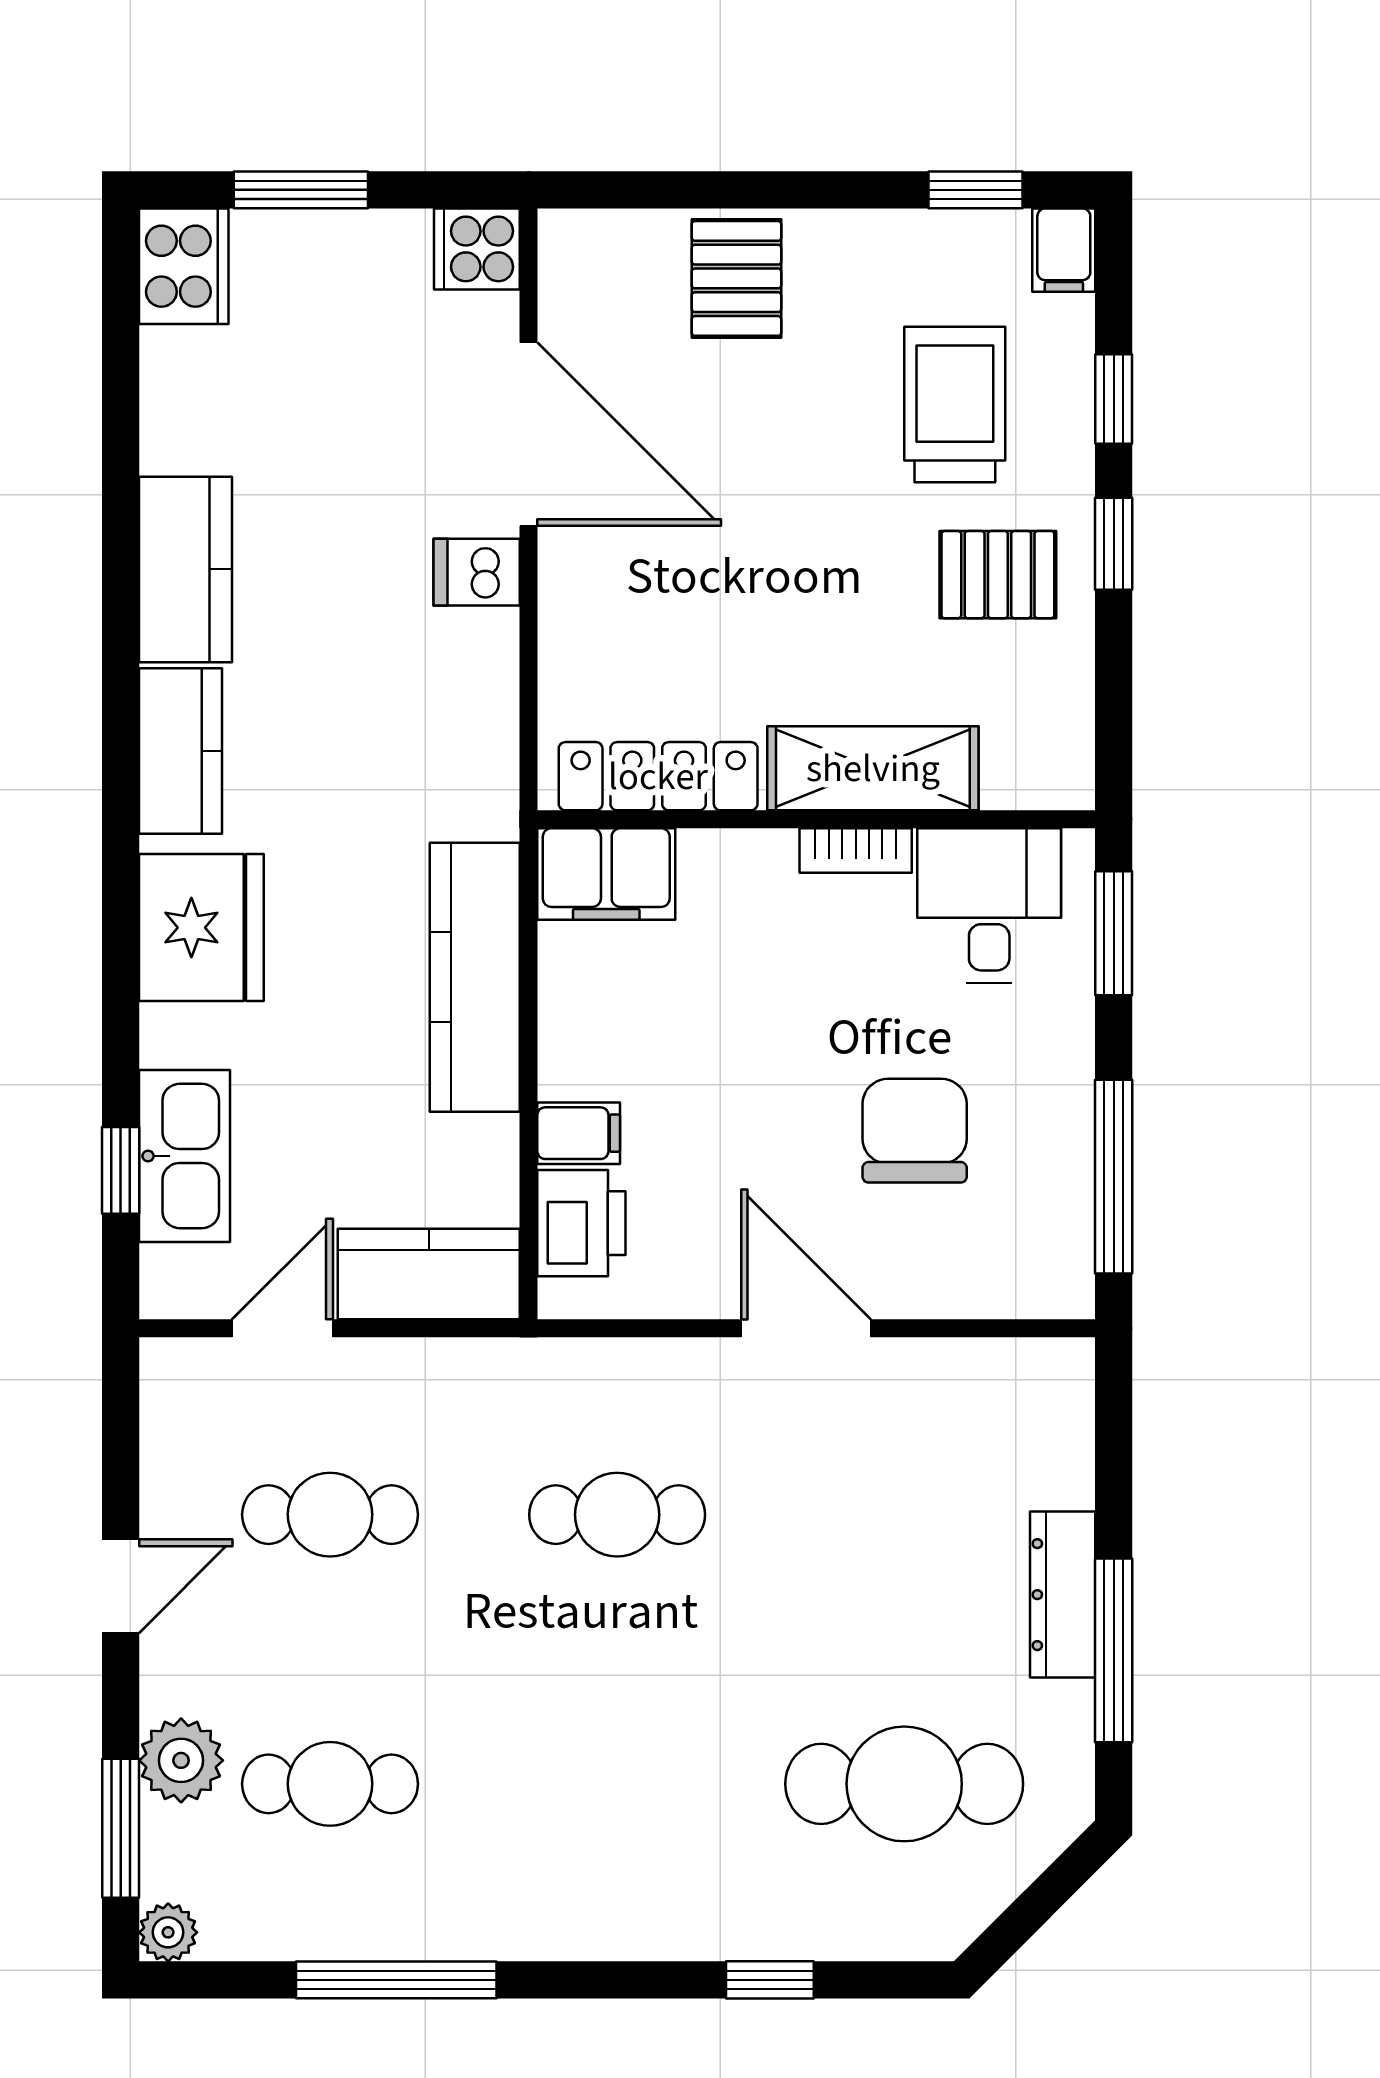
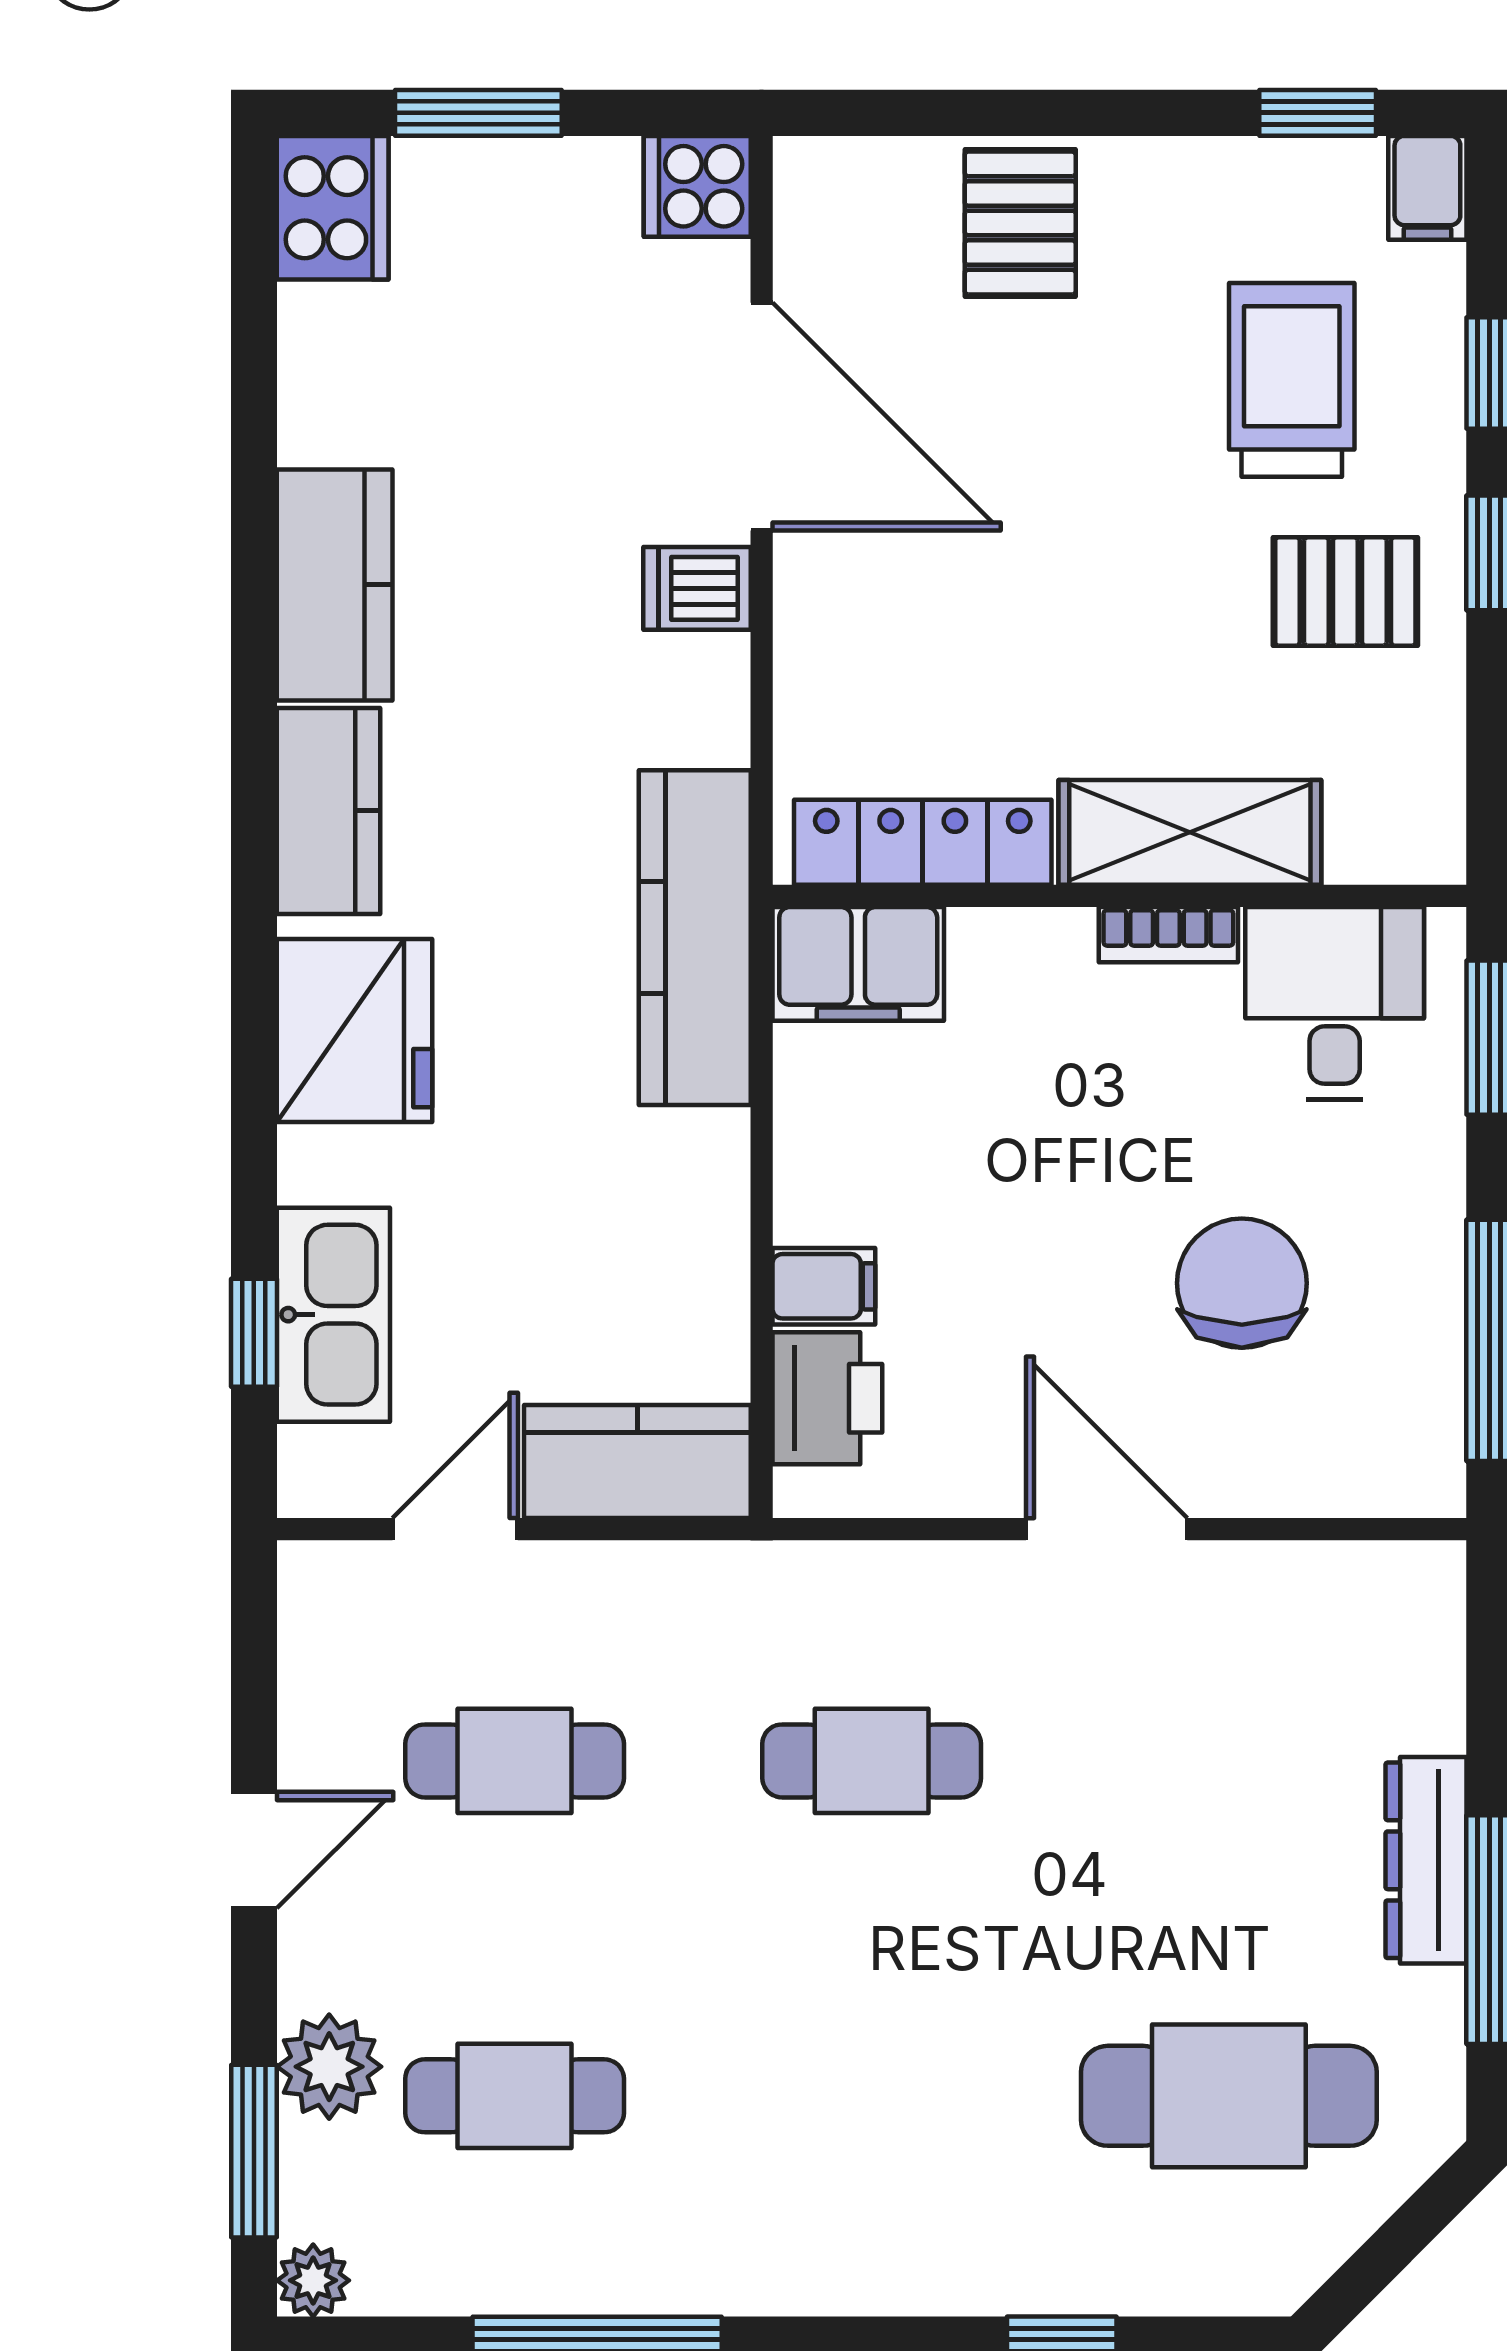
kitchen counter: (475, 977) -> (695, 938), moved

